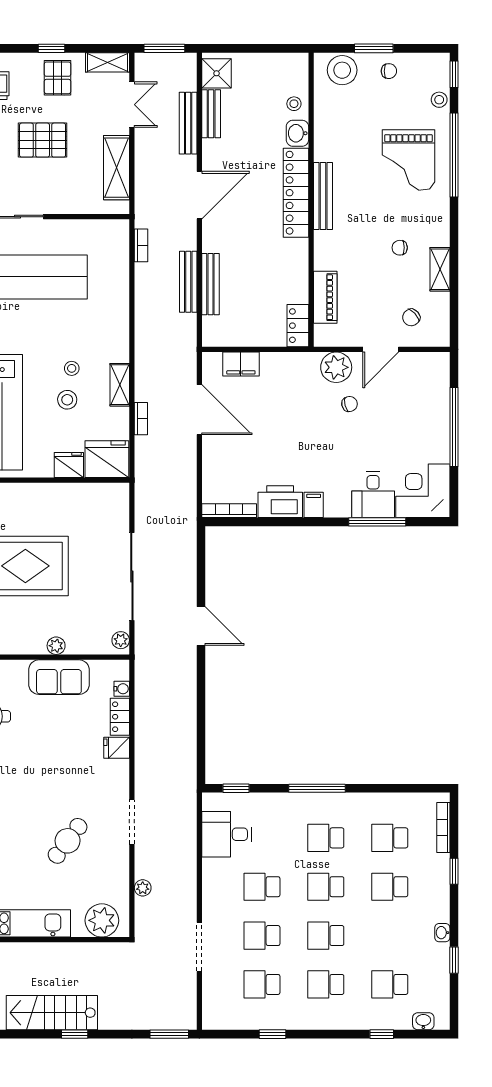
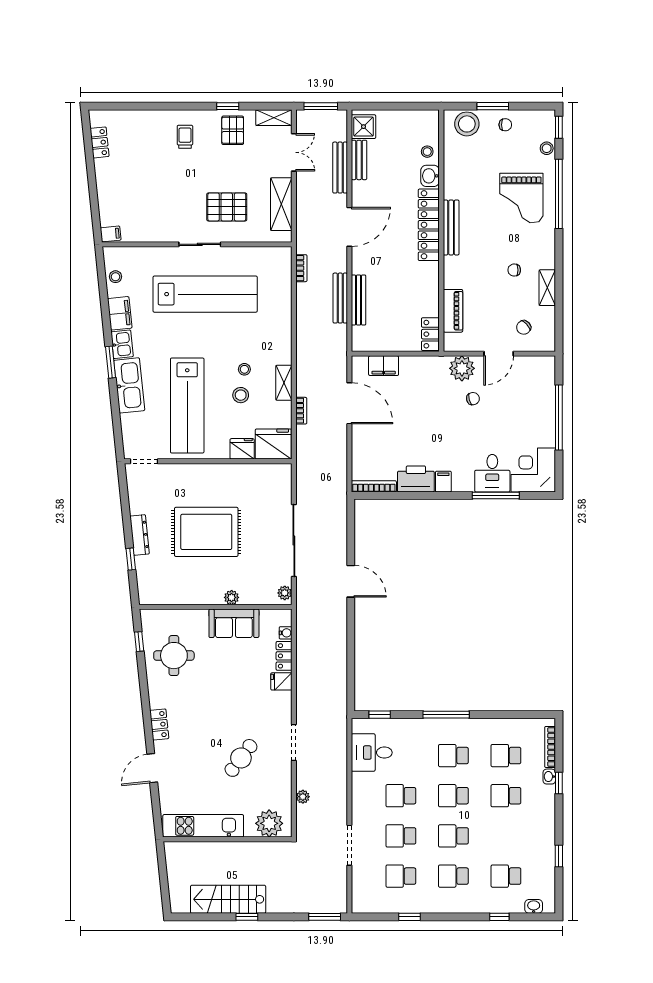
pallet: (43, 140) -> (227, 207), moved
washbasin: (442, 933) -> (549, 777), moved

